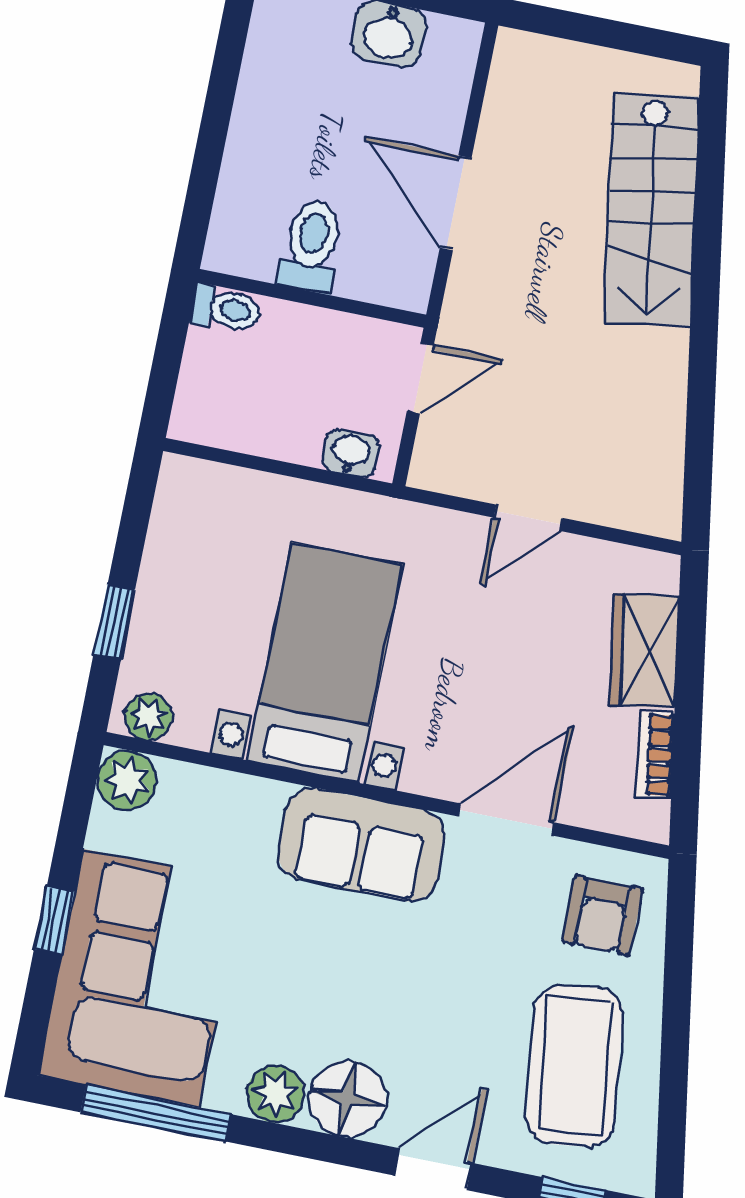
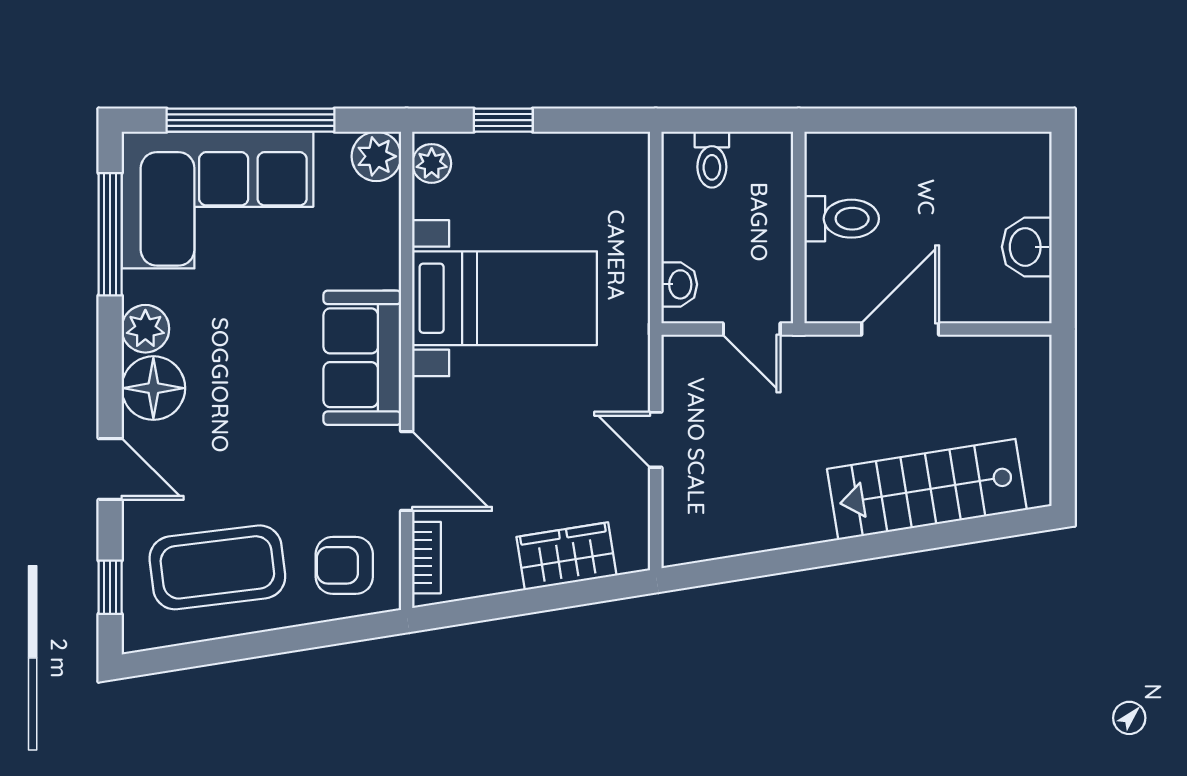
toilet: (226, 309) -> (712, 160), moved
bookcase: (656, 755) -> (426, 558), moved, turned 99
window: (54, 920) -> (250, 120), width x3.17

